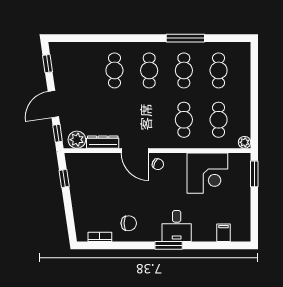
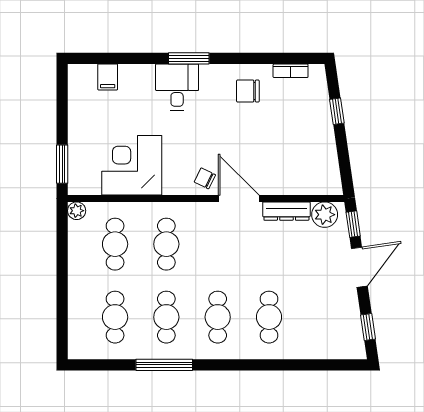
window: (64, 178) -> (337, 111), moved

